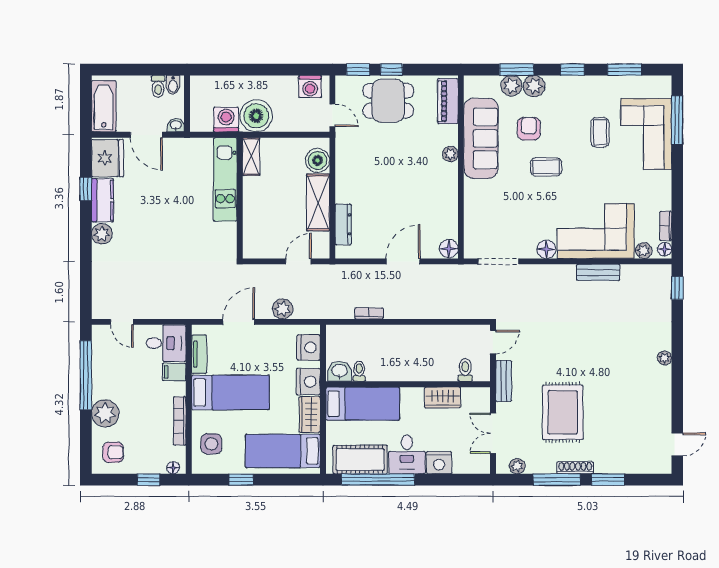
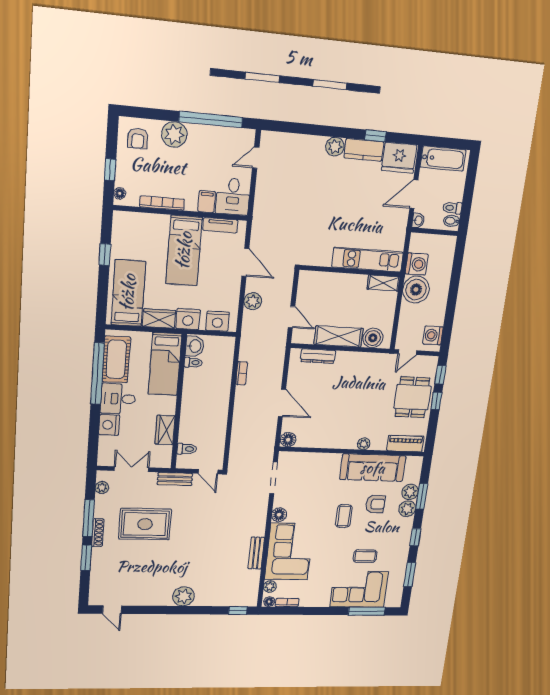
plant: (664, 358) -> (184, 596), width x1.88, depth x1.88
side table: (211, 444) -> (139, 230), removed

